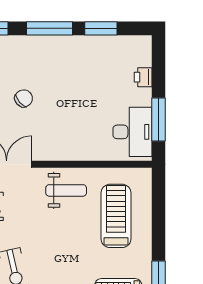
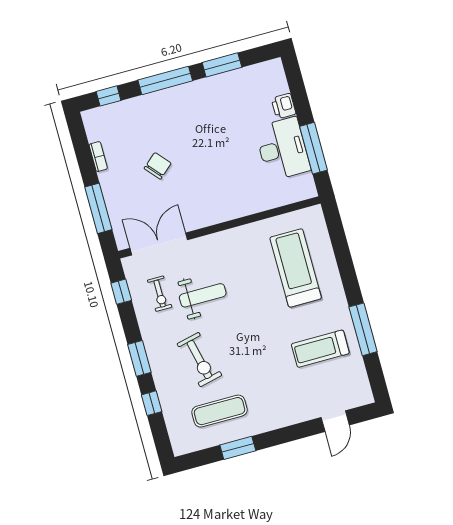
desk: (132, 132) -> (283, 149), moved
weight bench: (66, 190) -> (203, 295), moved

